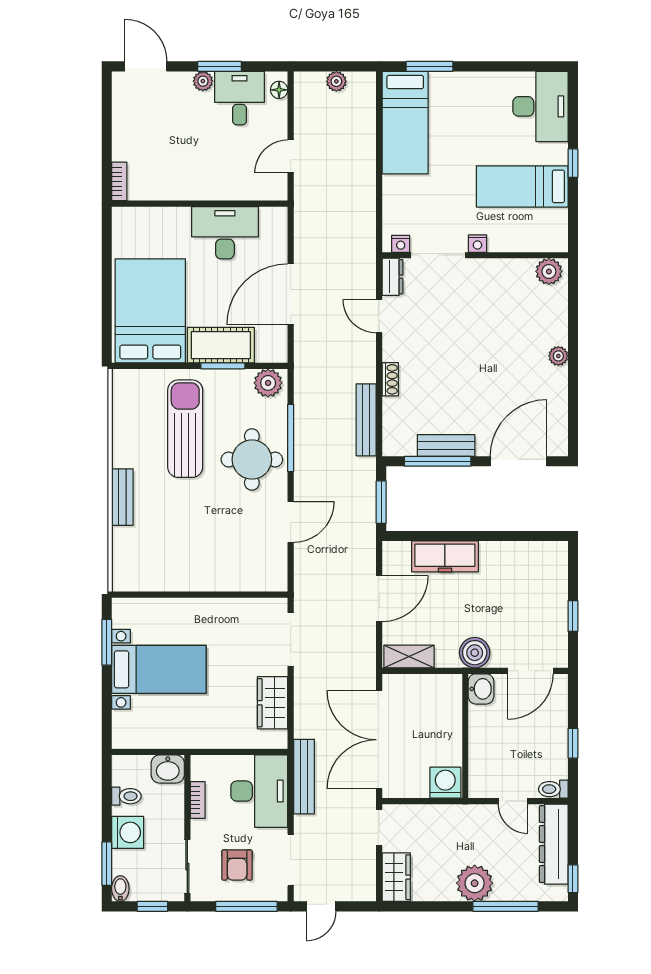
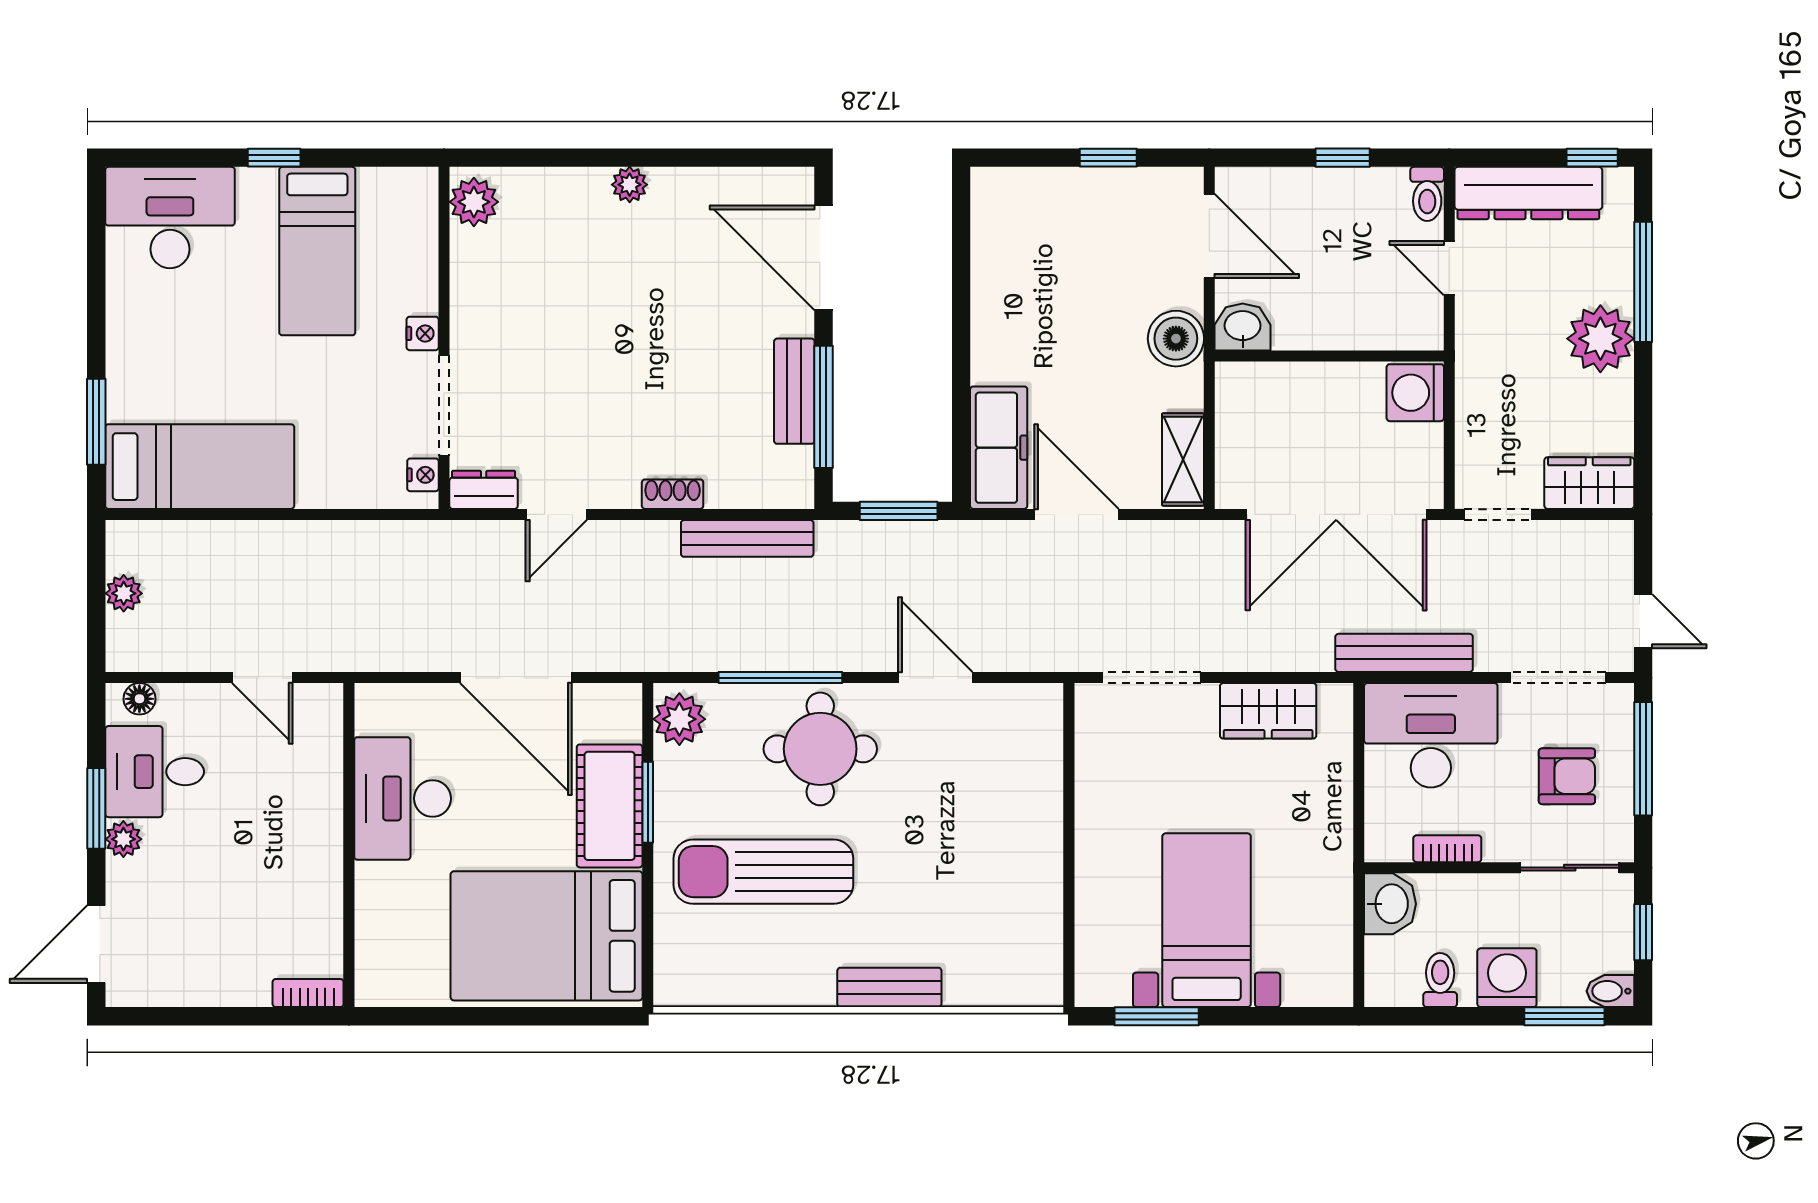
freezer: (445, 556) -> (999, 448), moved
door: (513, 801) -> (1449, 268), swing flipped

